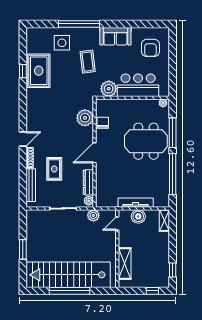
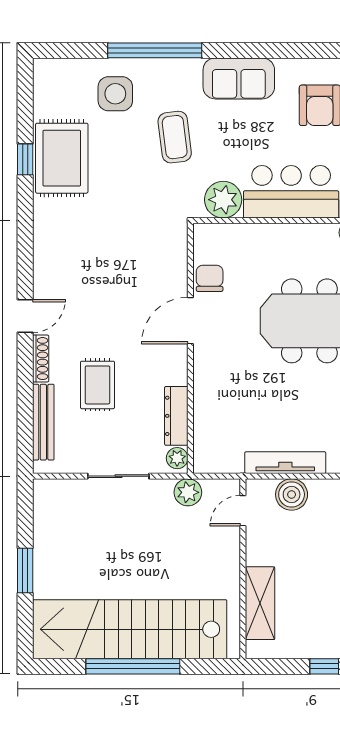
plant: (85, 118) -> (169, 267), removed
door: (94, 153) -> (190, 321), moved

